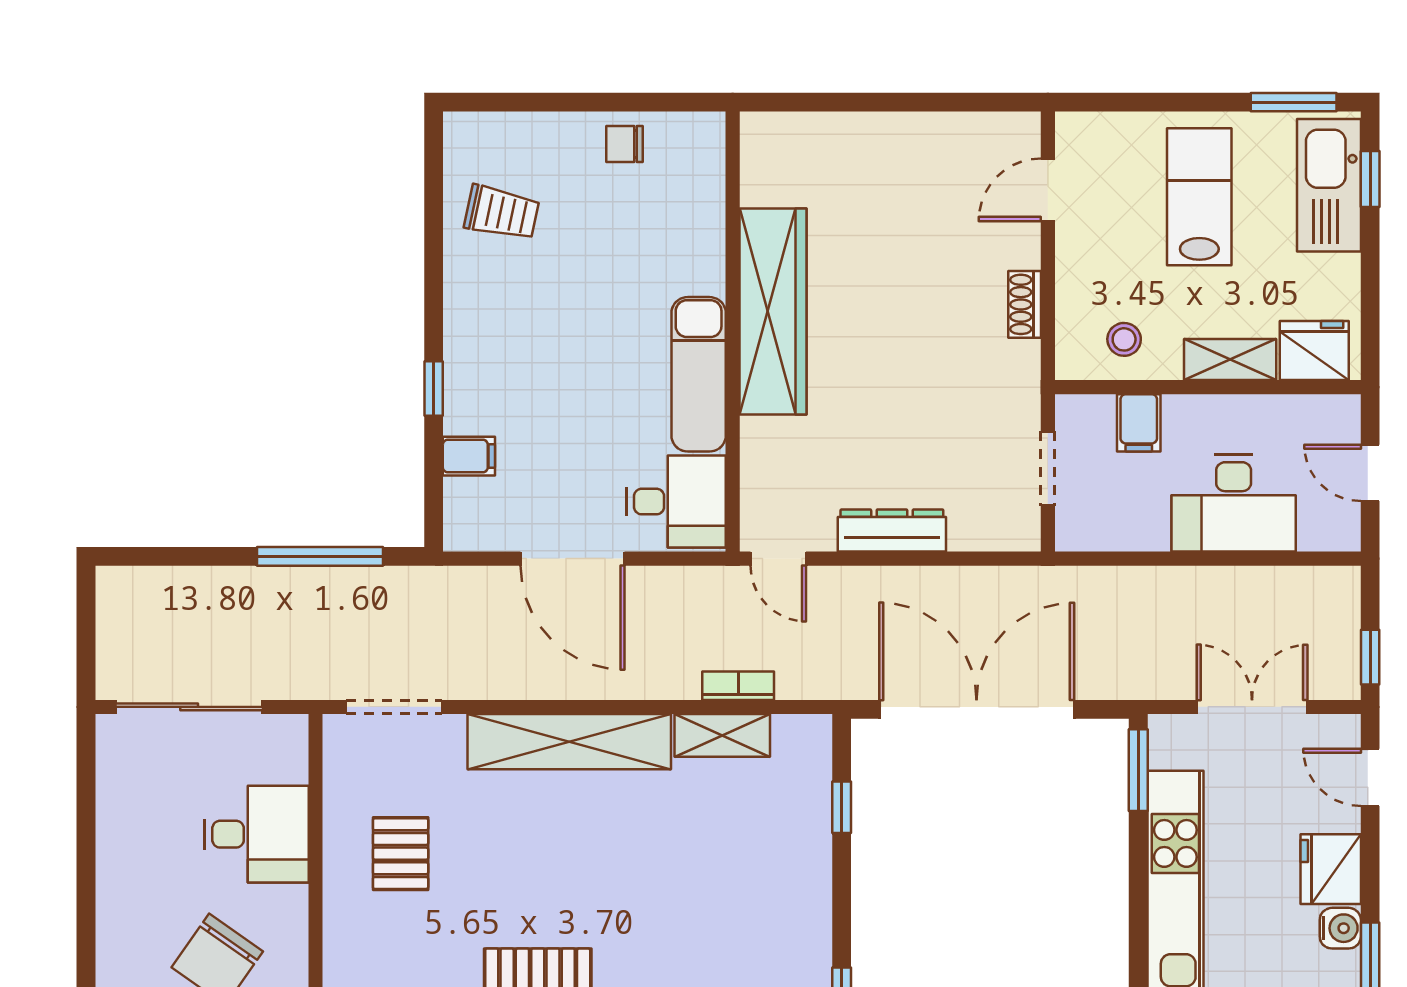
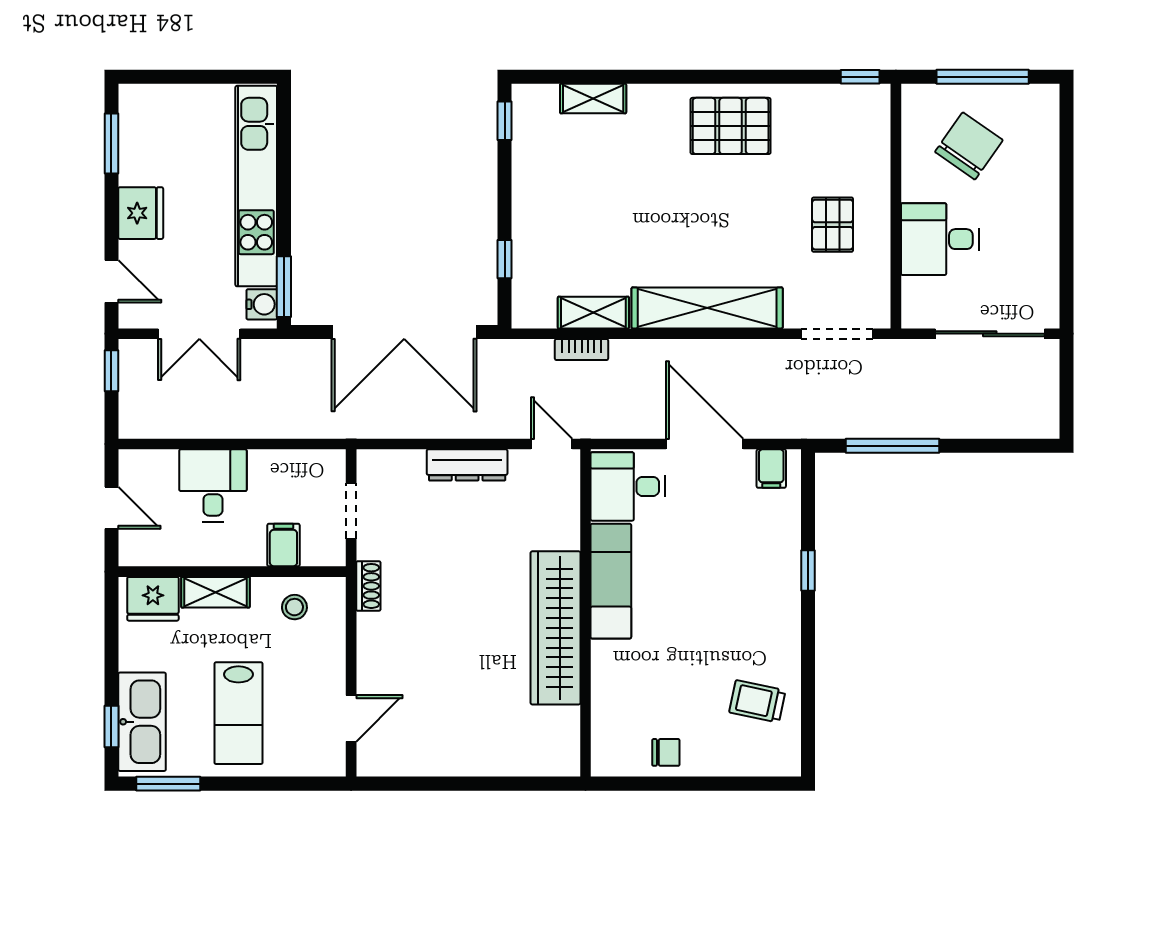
shoe rack: (1025, 304) -> (368, 586), moved
filing cabinet: (469, 456) -> (771, 469), moved, turned -90
desk: (1234, 503) -> (213, 485), width x0.73
water cooler: (1340, 928) -> (262, 304), moved, turned 180

